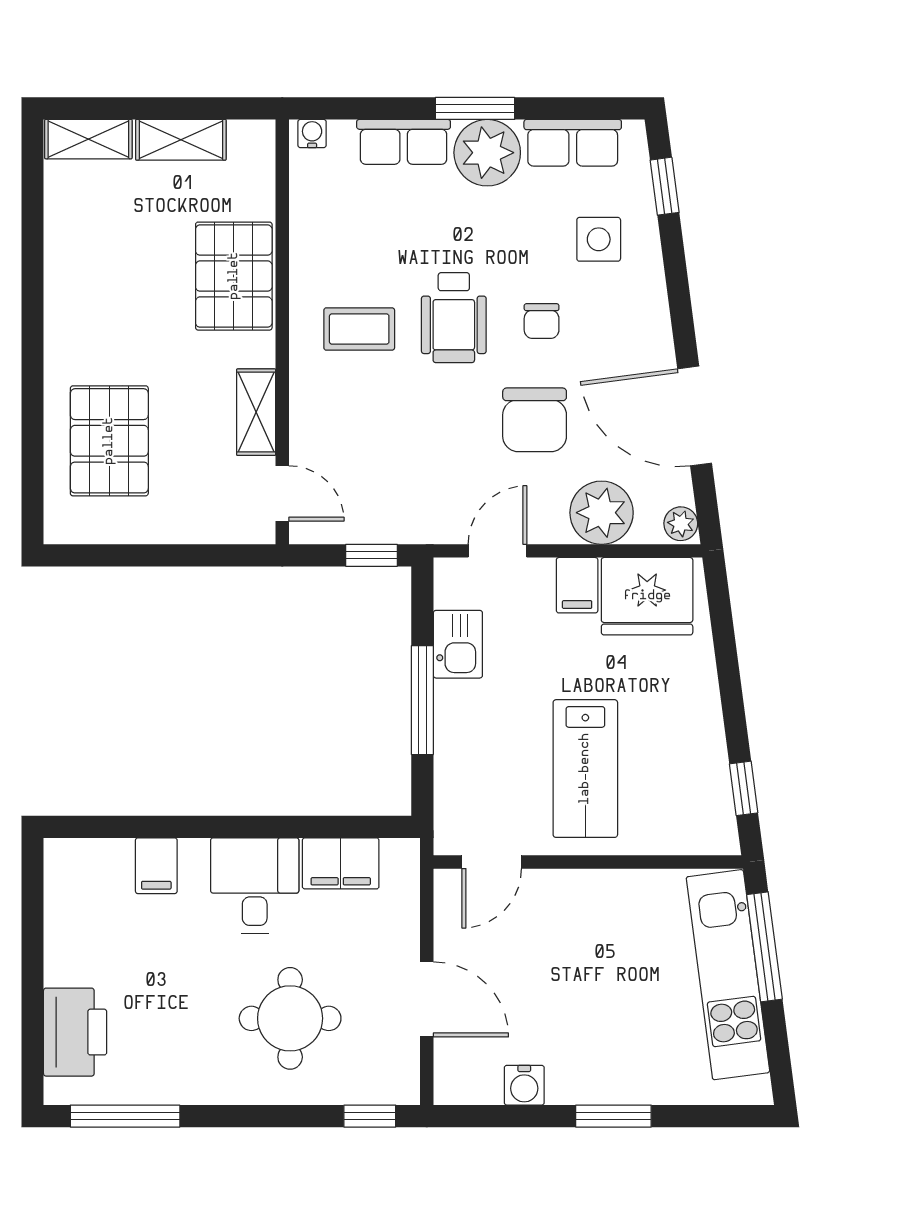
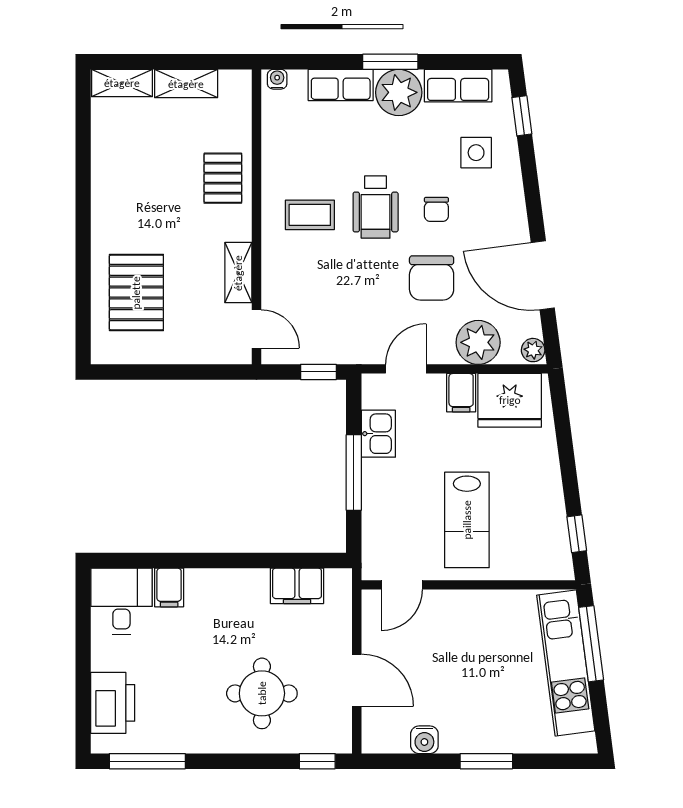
pallet: (234, 276) -> (223, 178), width x0.67, depth x0.71
desk: (255, 885) -> (121, 601), moved

